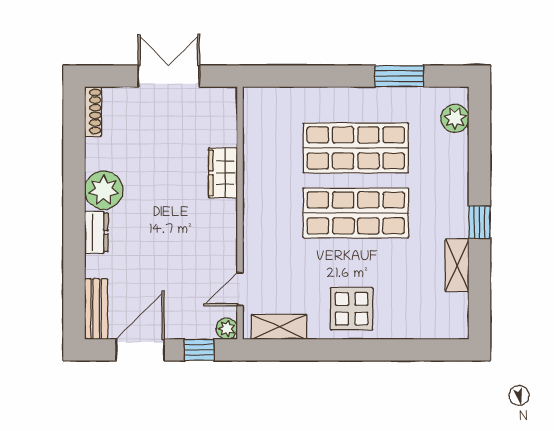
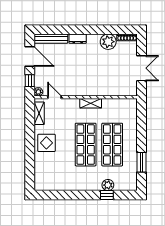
plant: (455, 118) -> (108, 185), moved
wardrobe: (223, 173) -> (102, 90), removed
plant: (104, 190) -> (108, 42), moved
window: (480, 222) -> (107, 195), moved
shelving: (457, 265) -> (91, 103), moved
bench: (96, 309) -> (51, 39), width x1.36

